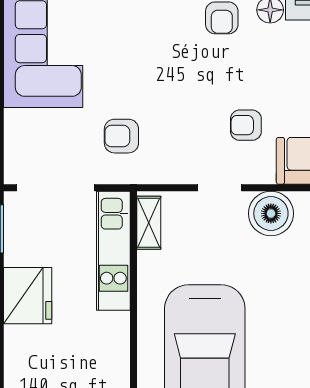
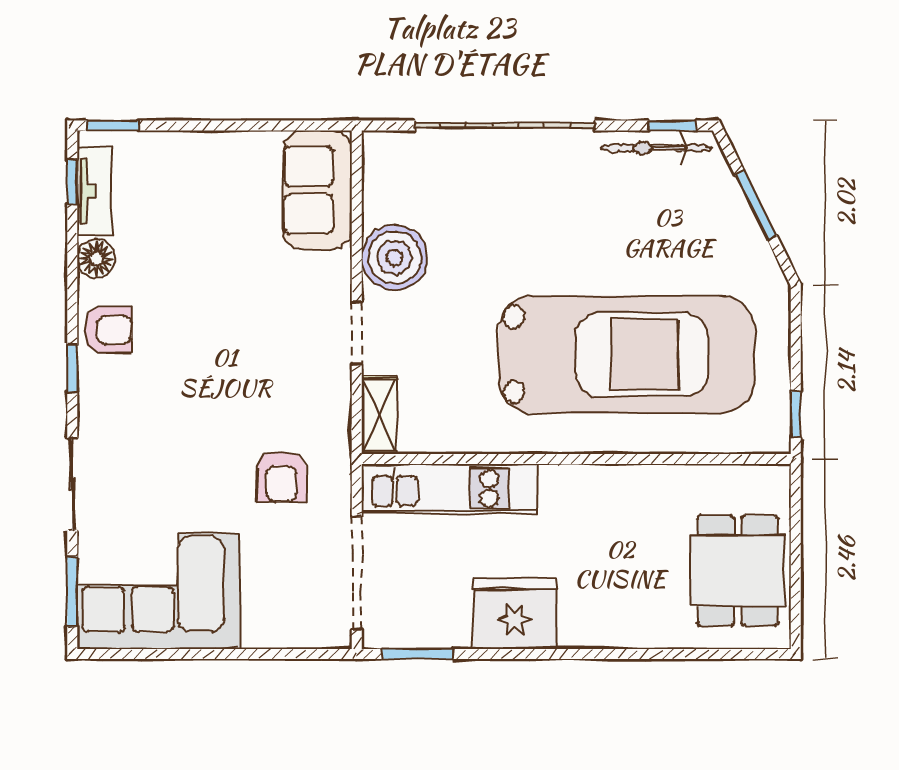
armchair: (246, 125) -> (265, 294), removed
shelving: (149, 223) -> (379, 415), moved, turned 90

